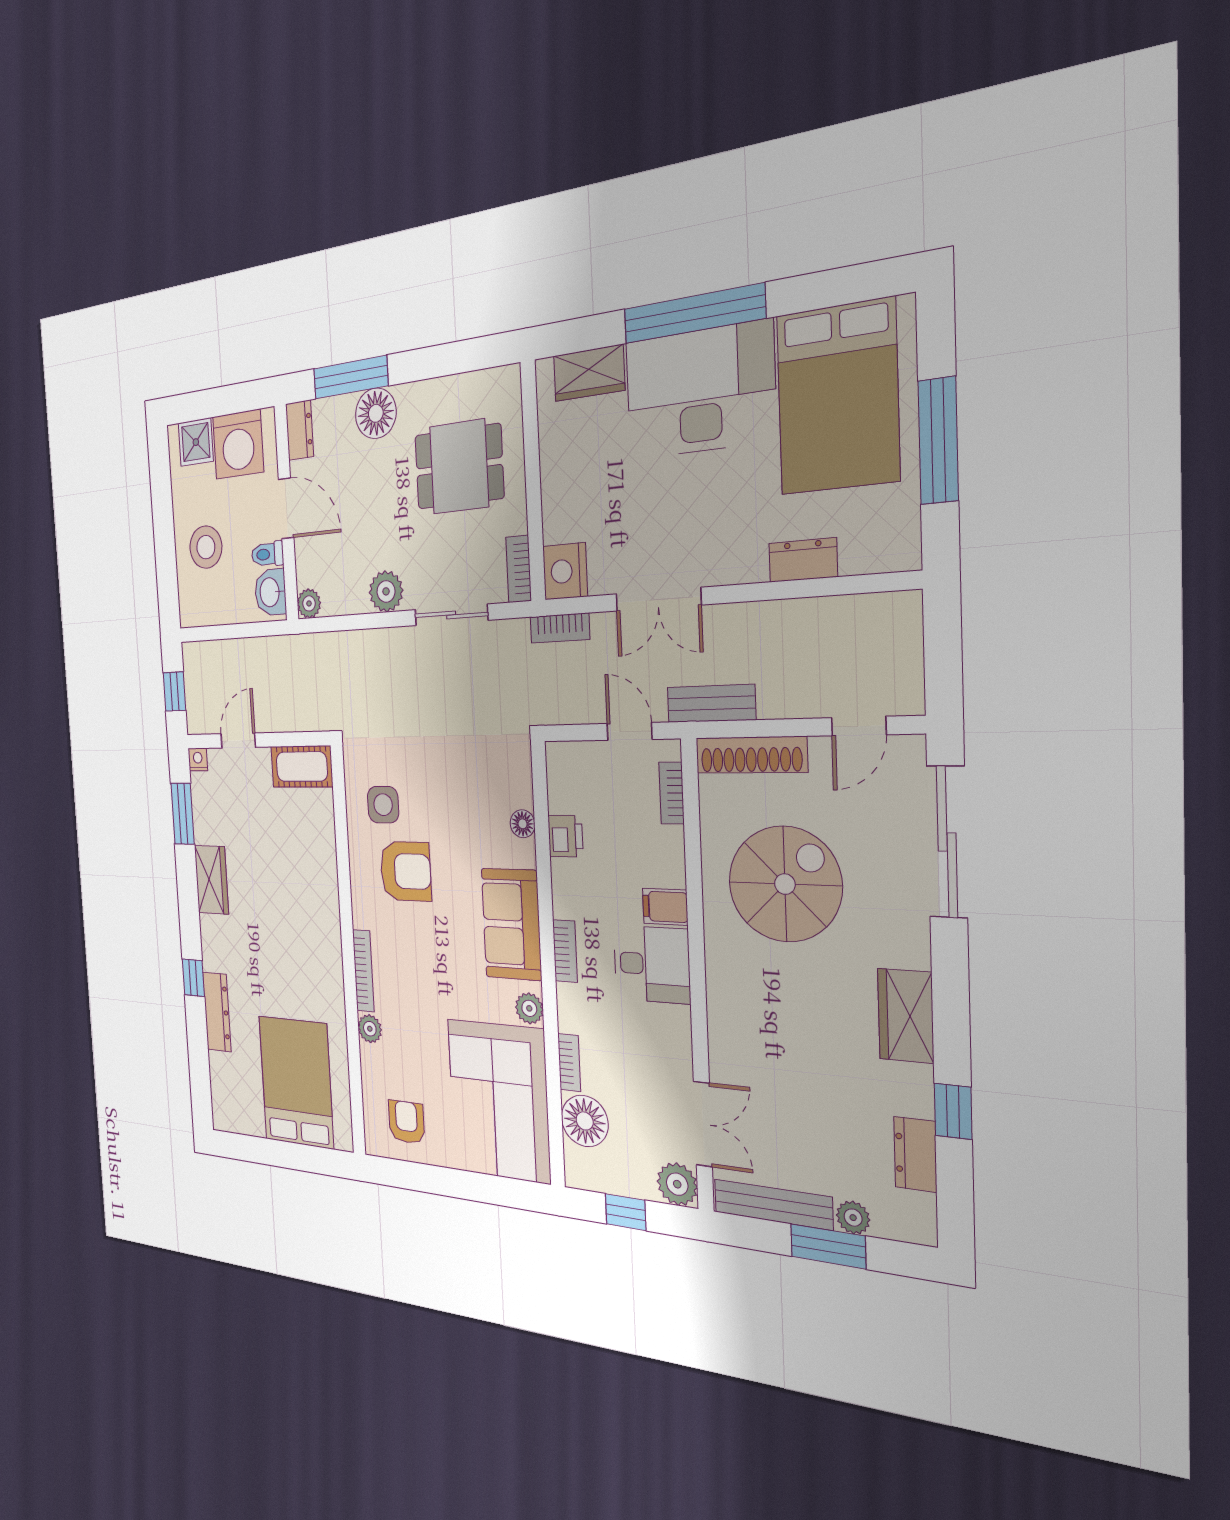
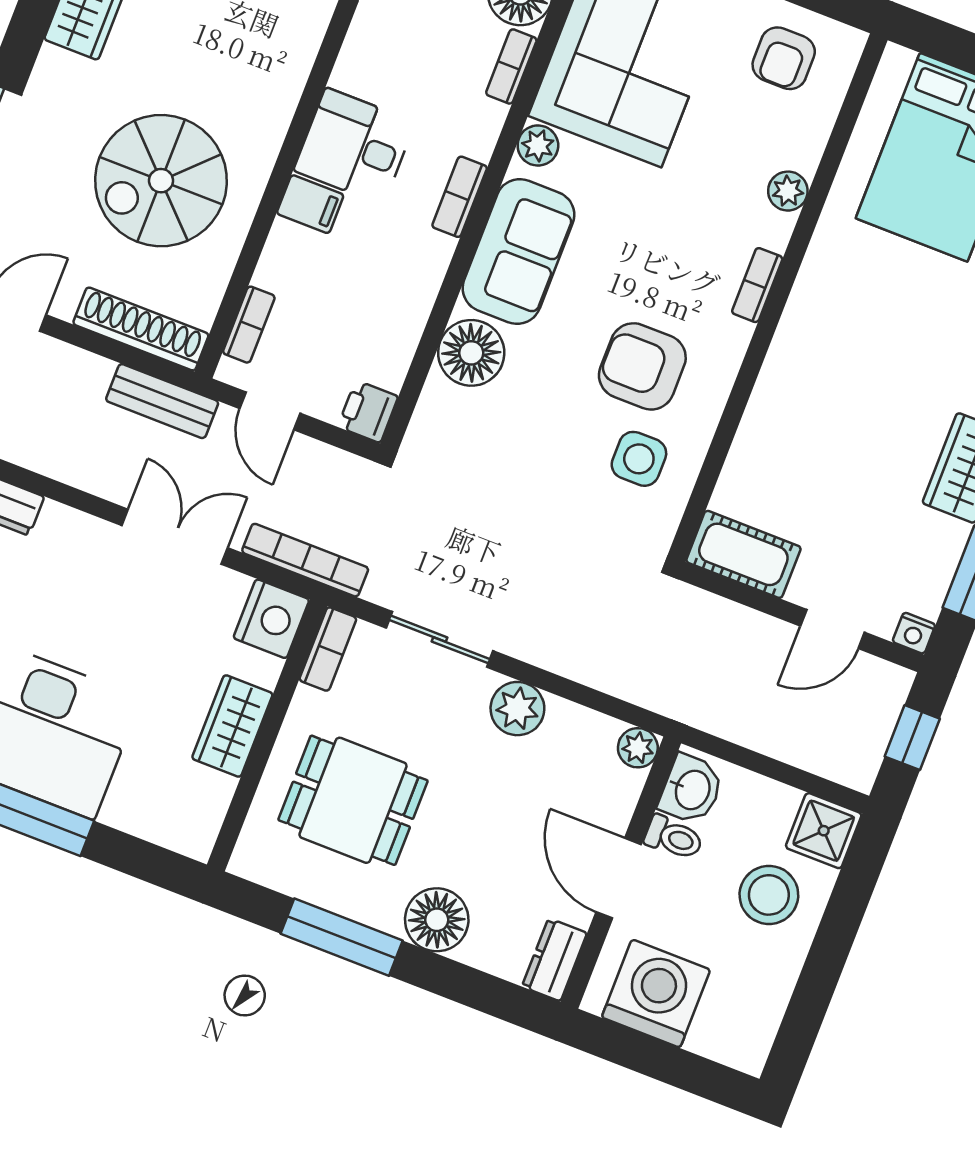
wardrobe: (589, 373) -> (232, 726), moved, turned -90
window: (351, 377) -> (342, 937), moved
shower: (196, 442) -> (824, 831), moved
bookcase: (560, 628) -> (305, 560), width x1.56
floor lamp: (523, 824) -> (471, 353), width x1.89, depth x1.89
printer: (565, 836) -> (368, 412), moved
bookcase: (363, 971) -> (757, 285), width x0.64

